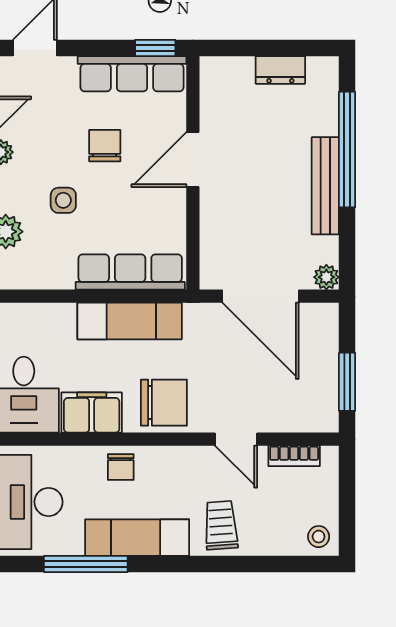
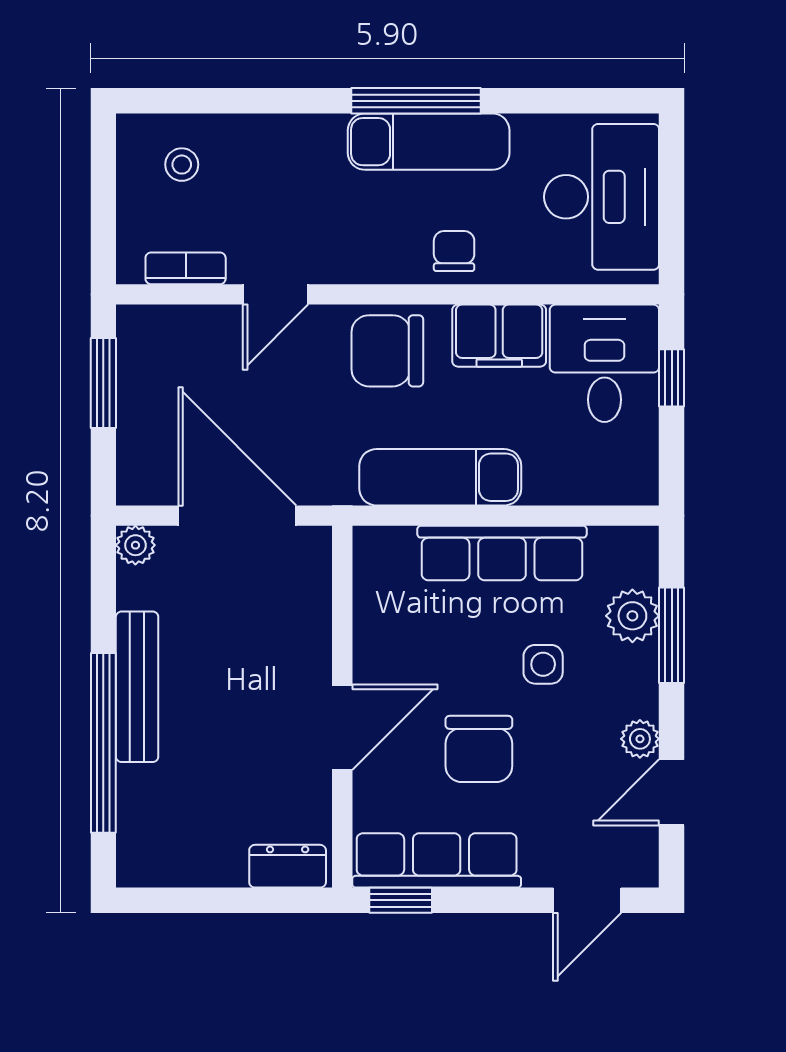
dresser: (280, 70) -> (288, 866), moved
chair: (105, 146) -> (479, 749), width x1.37, depth x1.37
row of seats: (130, 272) -> (502, 553), moved
door: (236, 439) -> (275, 294), swing flipped
trolley: (221, 525) -> (299, 161), removed
stool: (319, 537) -> (182, 165), moved
window: (86, 564) -> (416, 101), moved

